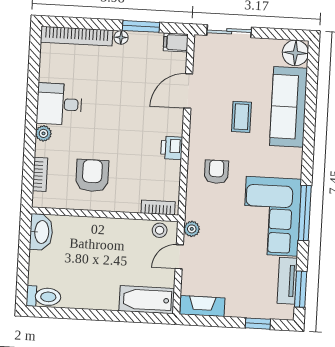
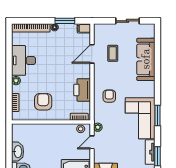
sliding door: (229, 31) -> (128, 21), moved
floor lamp: (295, 53) -> (148, 30), removed
desk: (59, 104) -> (24, 60), width x1.37
coffee table: (241, 117) -> (113, 53), moved
printer: (172, 148) -> (82, 90), width x1.87, depth x1.48
window: (305, 213) -> (158, 116), width x0.69
washbasin: (41, 232) -> (18, 152), moved

